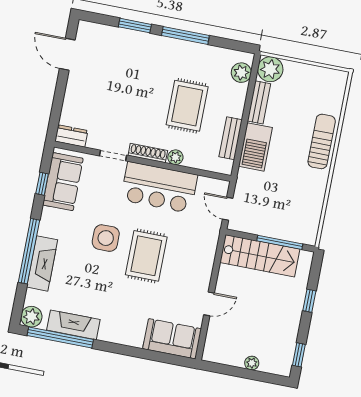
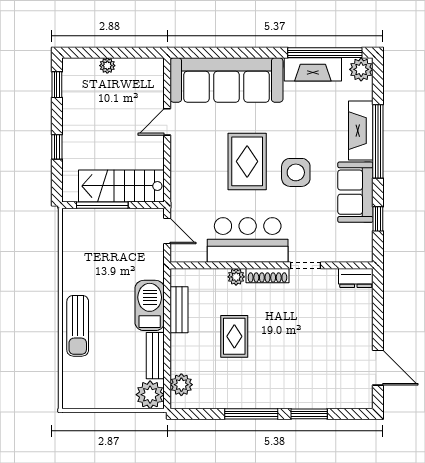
rug: (187, 106) -> (234, 336), width x0.73, depth x0.70
sofa: (63, 182) -> (355, 192), moved
sofa: (172, 339) -> (227, 80), width x1.85, depth x1.27

